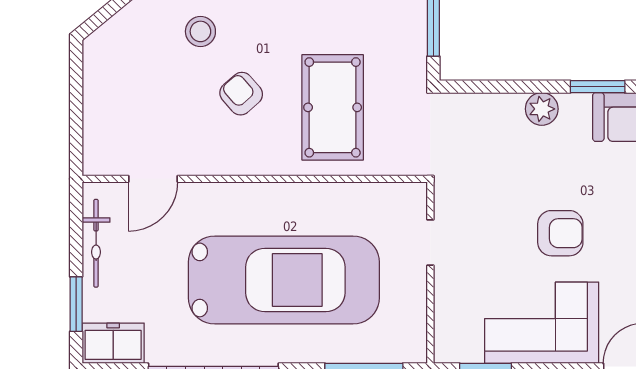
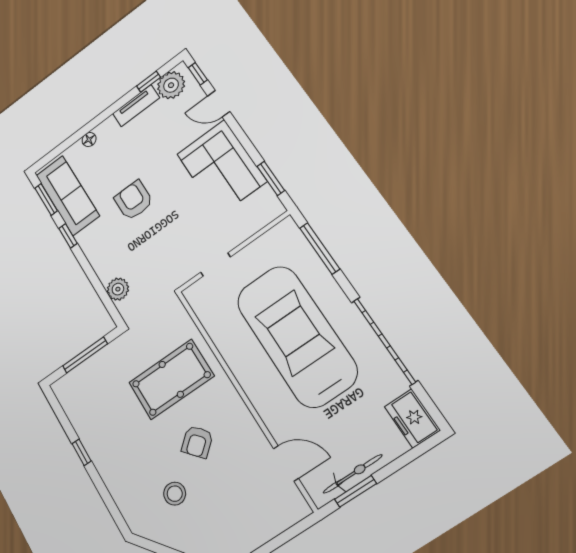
window: (598, 87) -> (68, 236), width x0.67
plant: (542, 109) -> (118, 289), moved
armchair: (560, 233) -> (134, 200), moved
window: (76, 304) -> (355, 491), moved

